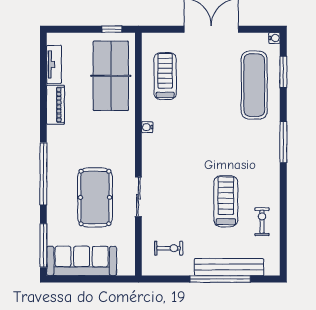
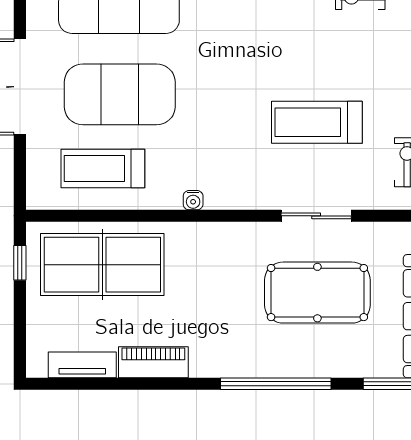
exercise mat: (207, 86) -> (120, 94), added
treadmill: (226, 201) -> (317, 122), moved

